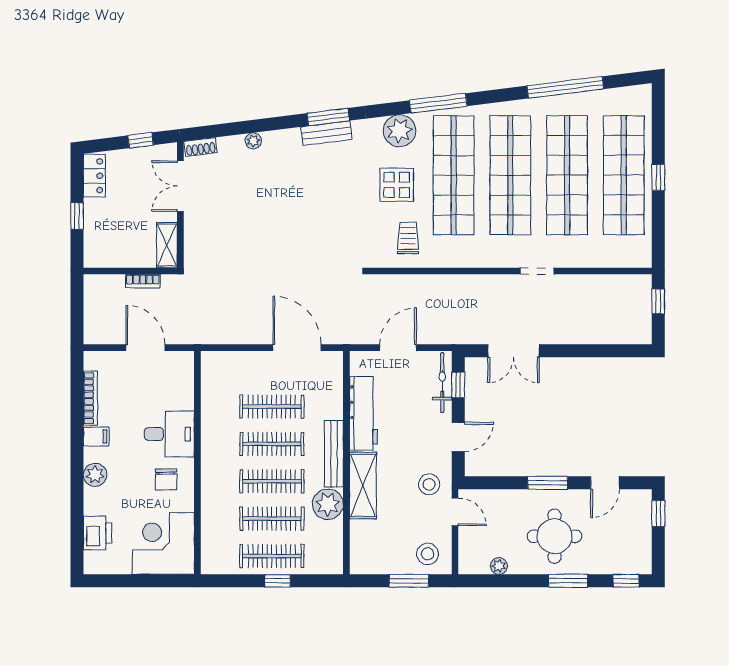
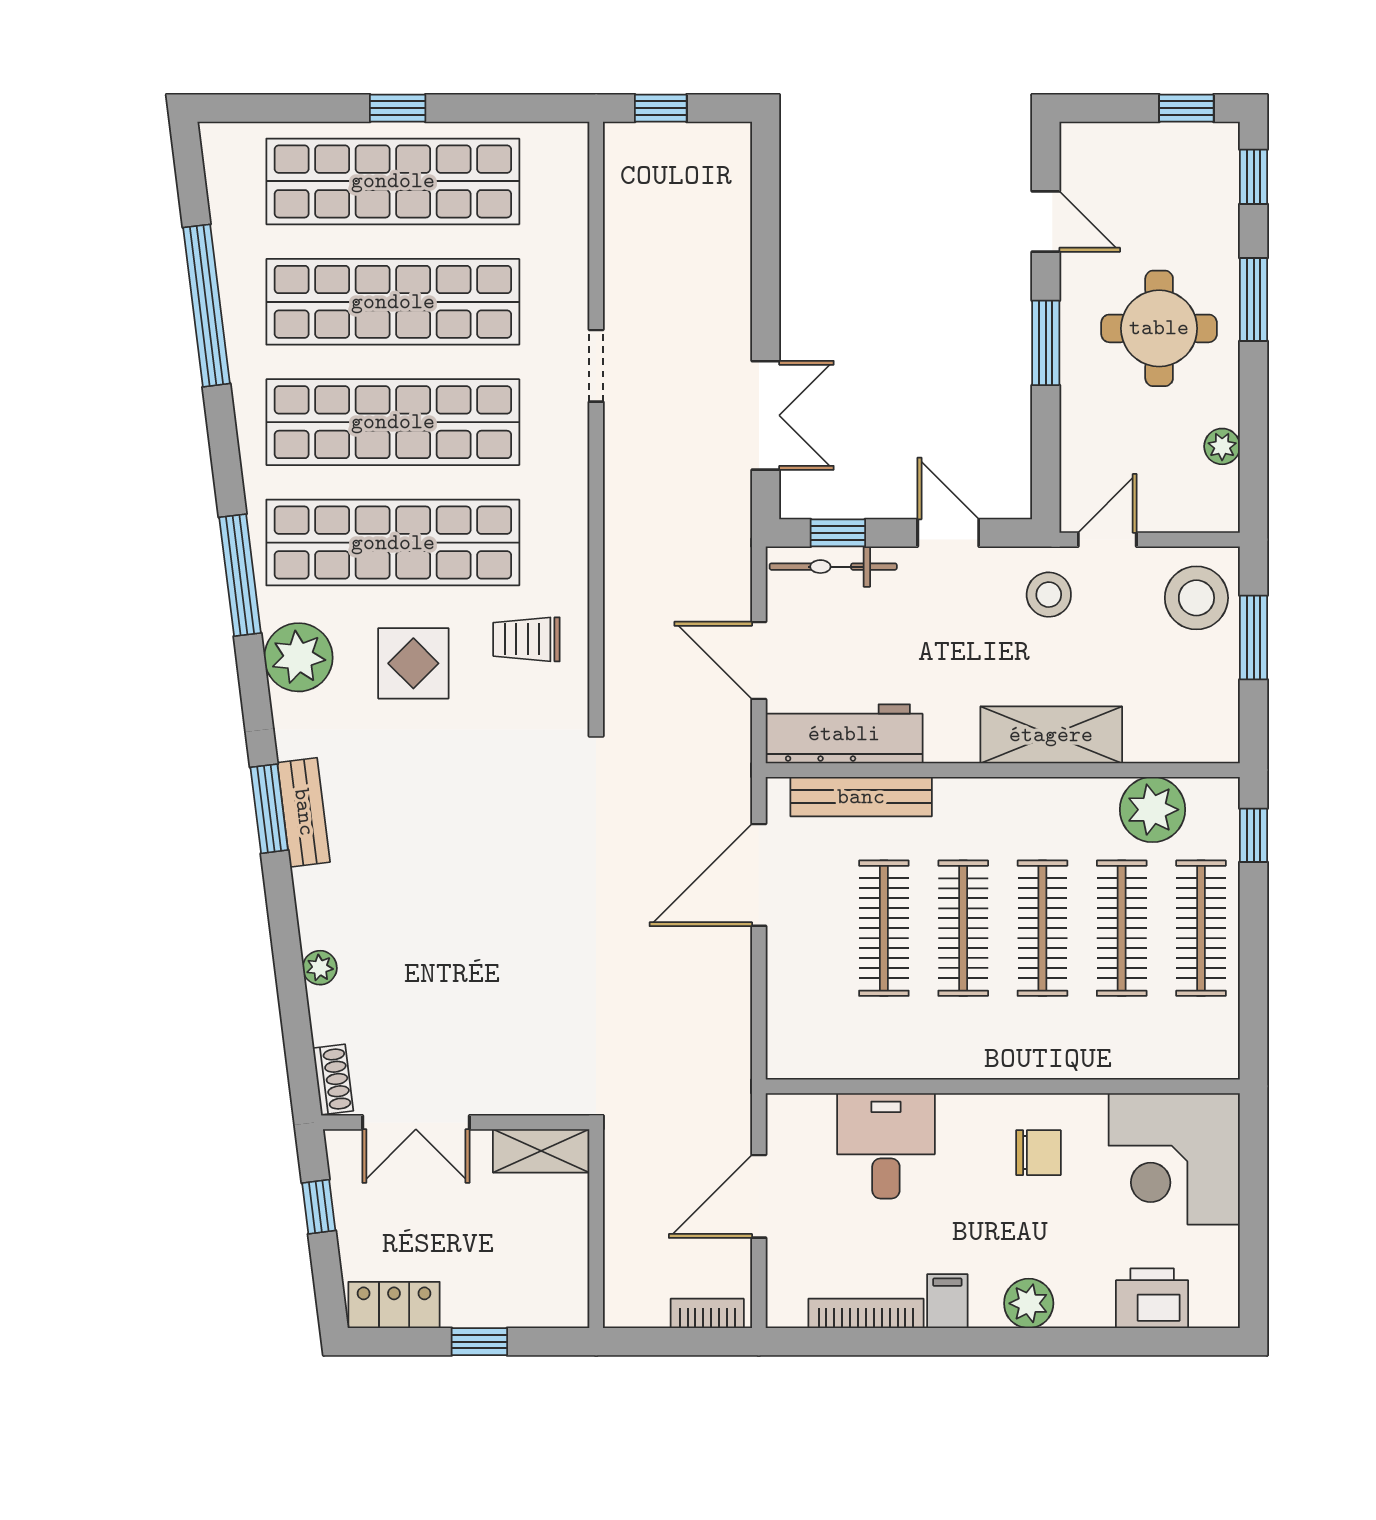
bookcase: (143, 281) -> (707, 1313), moved, turned -90
workbench: (363, 413) -> (844, 734), moved
desk: (169, 434) -> (886, 1146), moved
bench: (334, 454) -> (861, 797), moved
plant: (328, 504) -> (1153, 810), moved
window: (658, 514) -> (1186, 108), moved
stool: (428, 554) -> (1196, 598), width x1.38, depth x1.38
window: (278, 581) -> (1254, 835), moved

